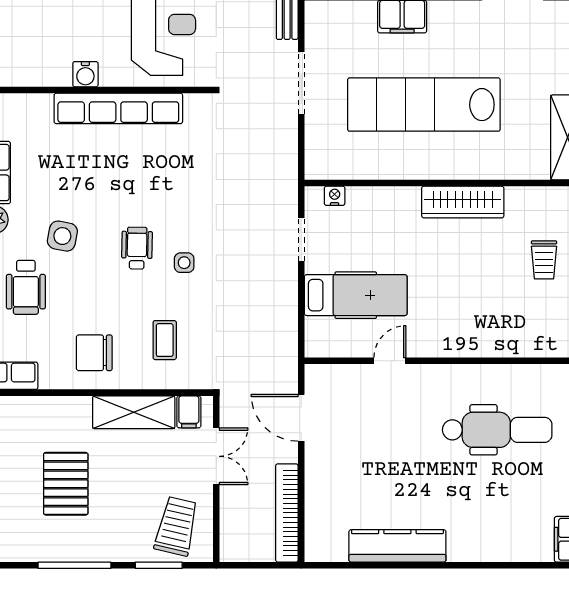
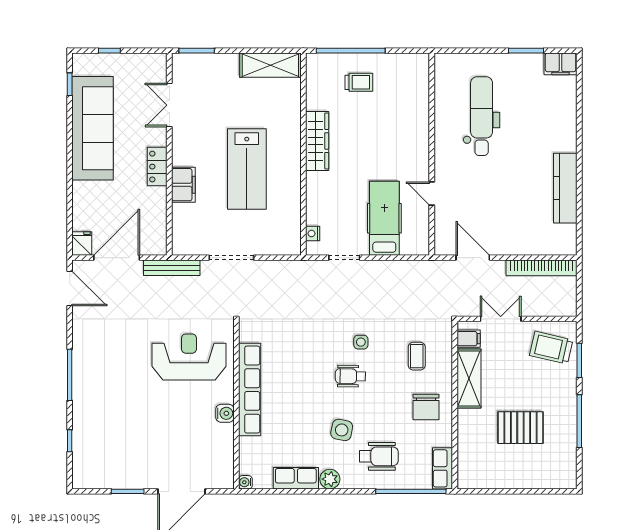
lab bench: (424, 105) -> (247, 169), width x0.73
coffee table: (165, 340) -> (417, 356), turned 90
door: (301, 418) -> (473, 258), swing flipped

